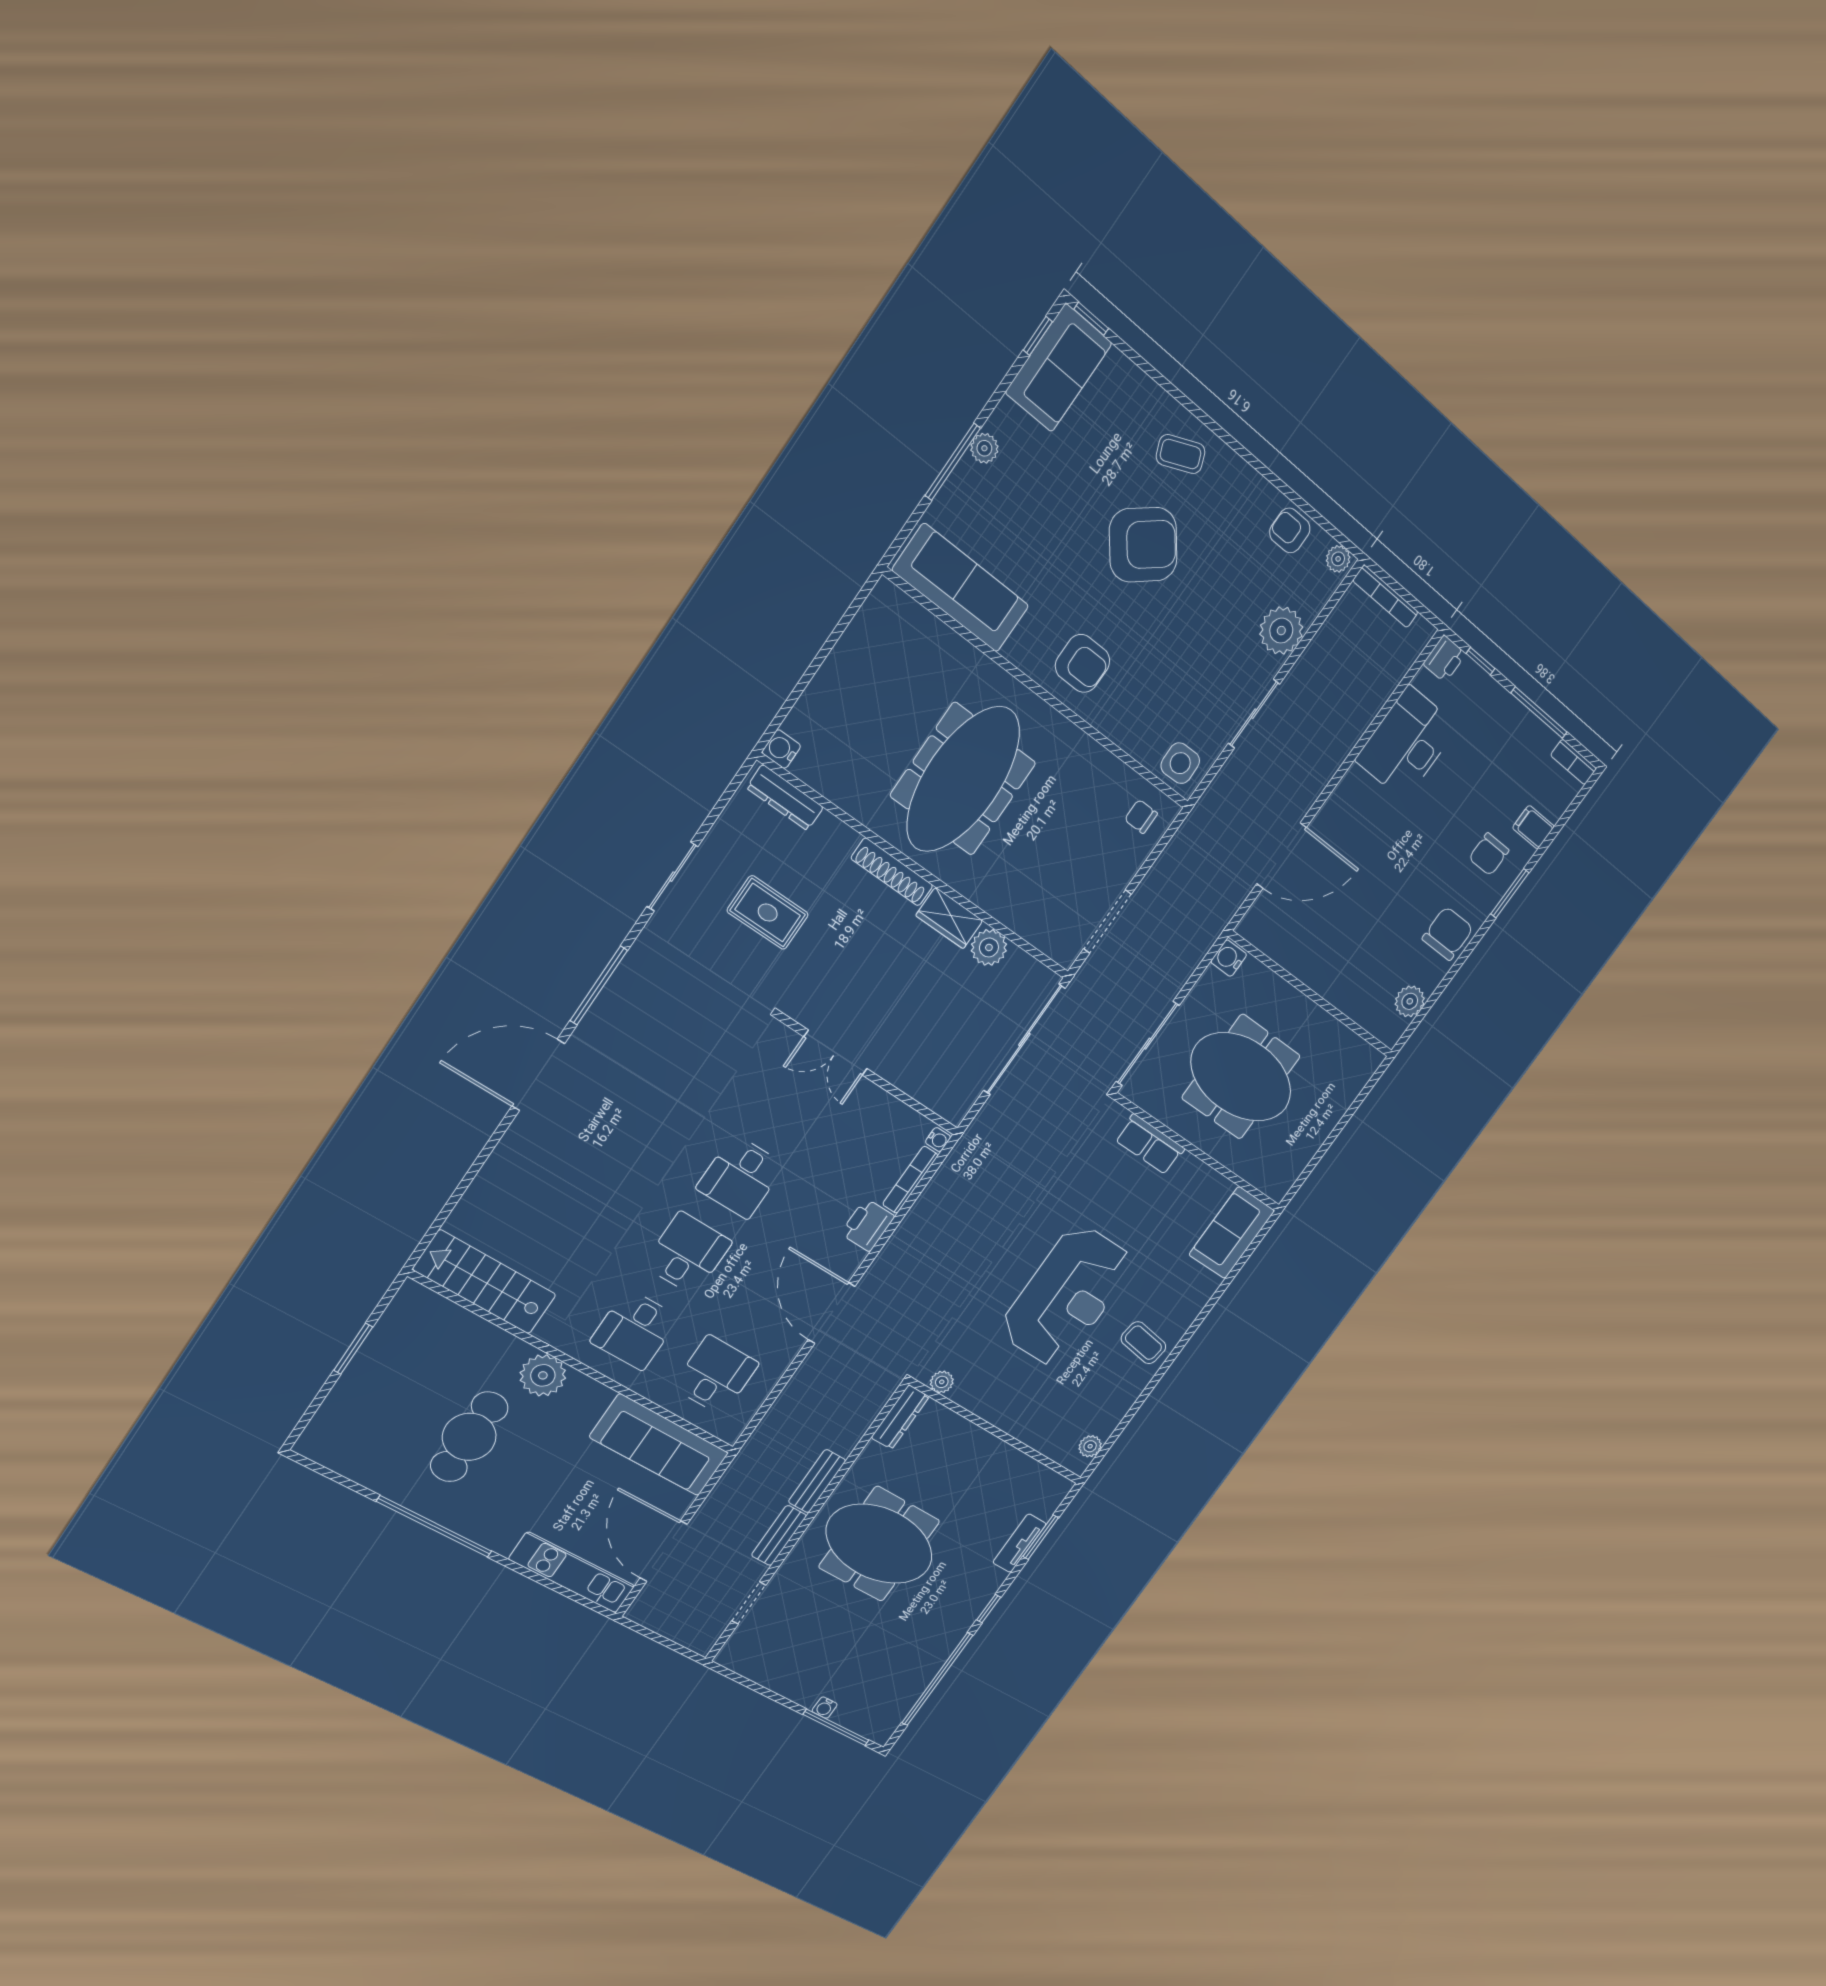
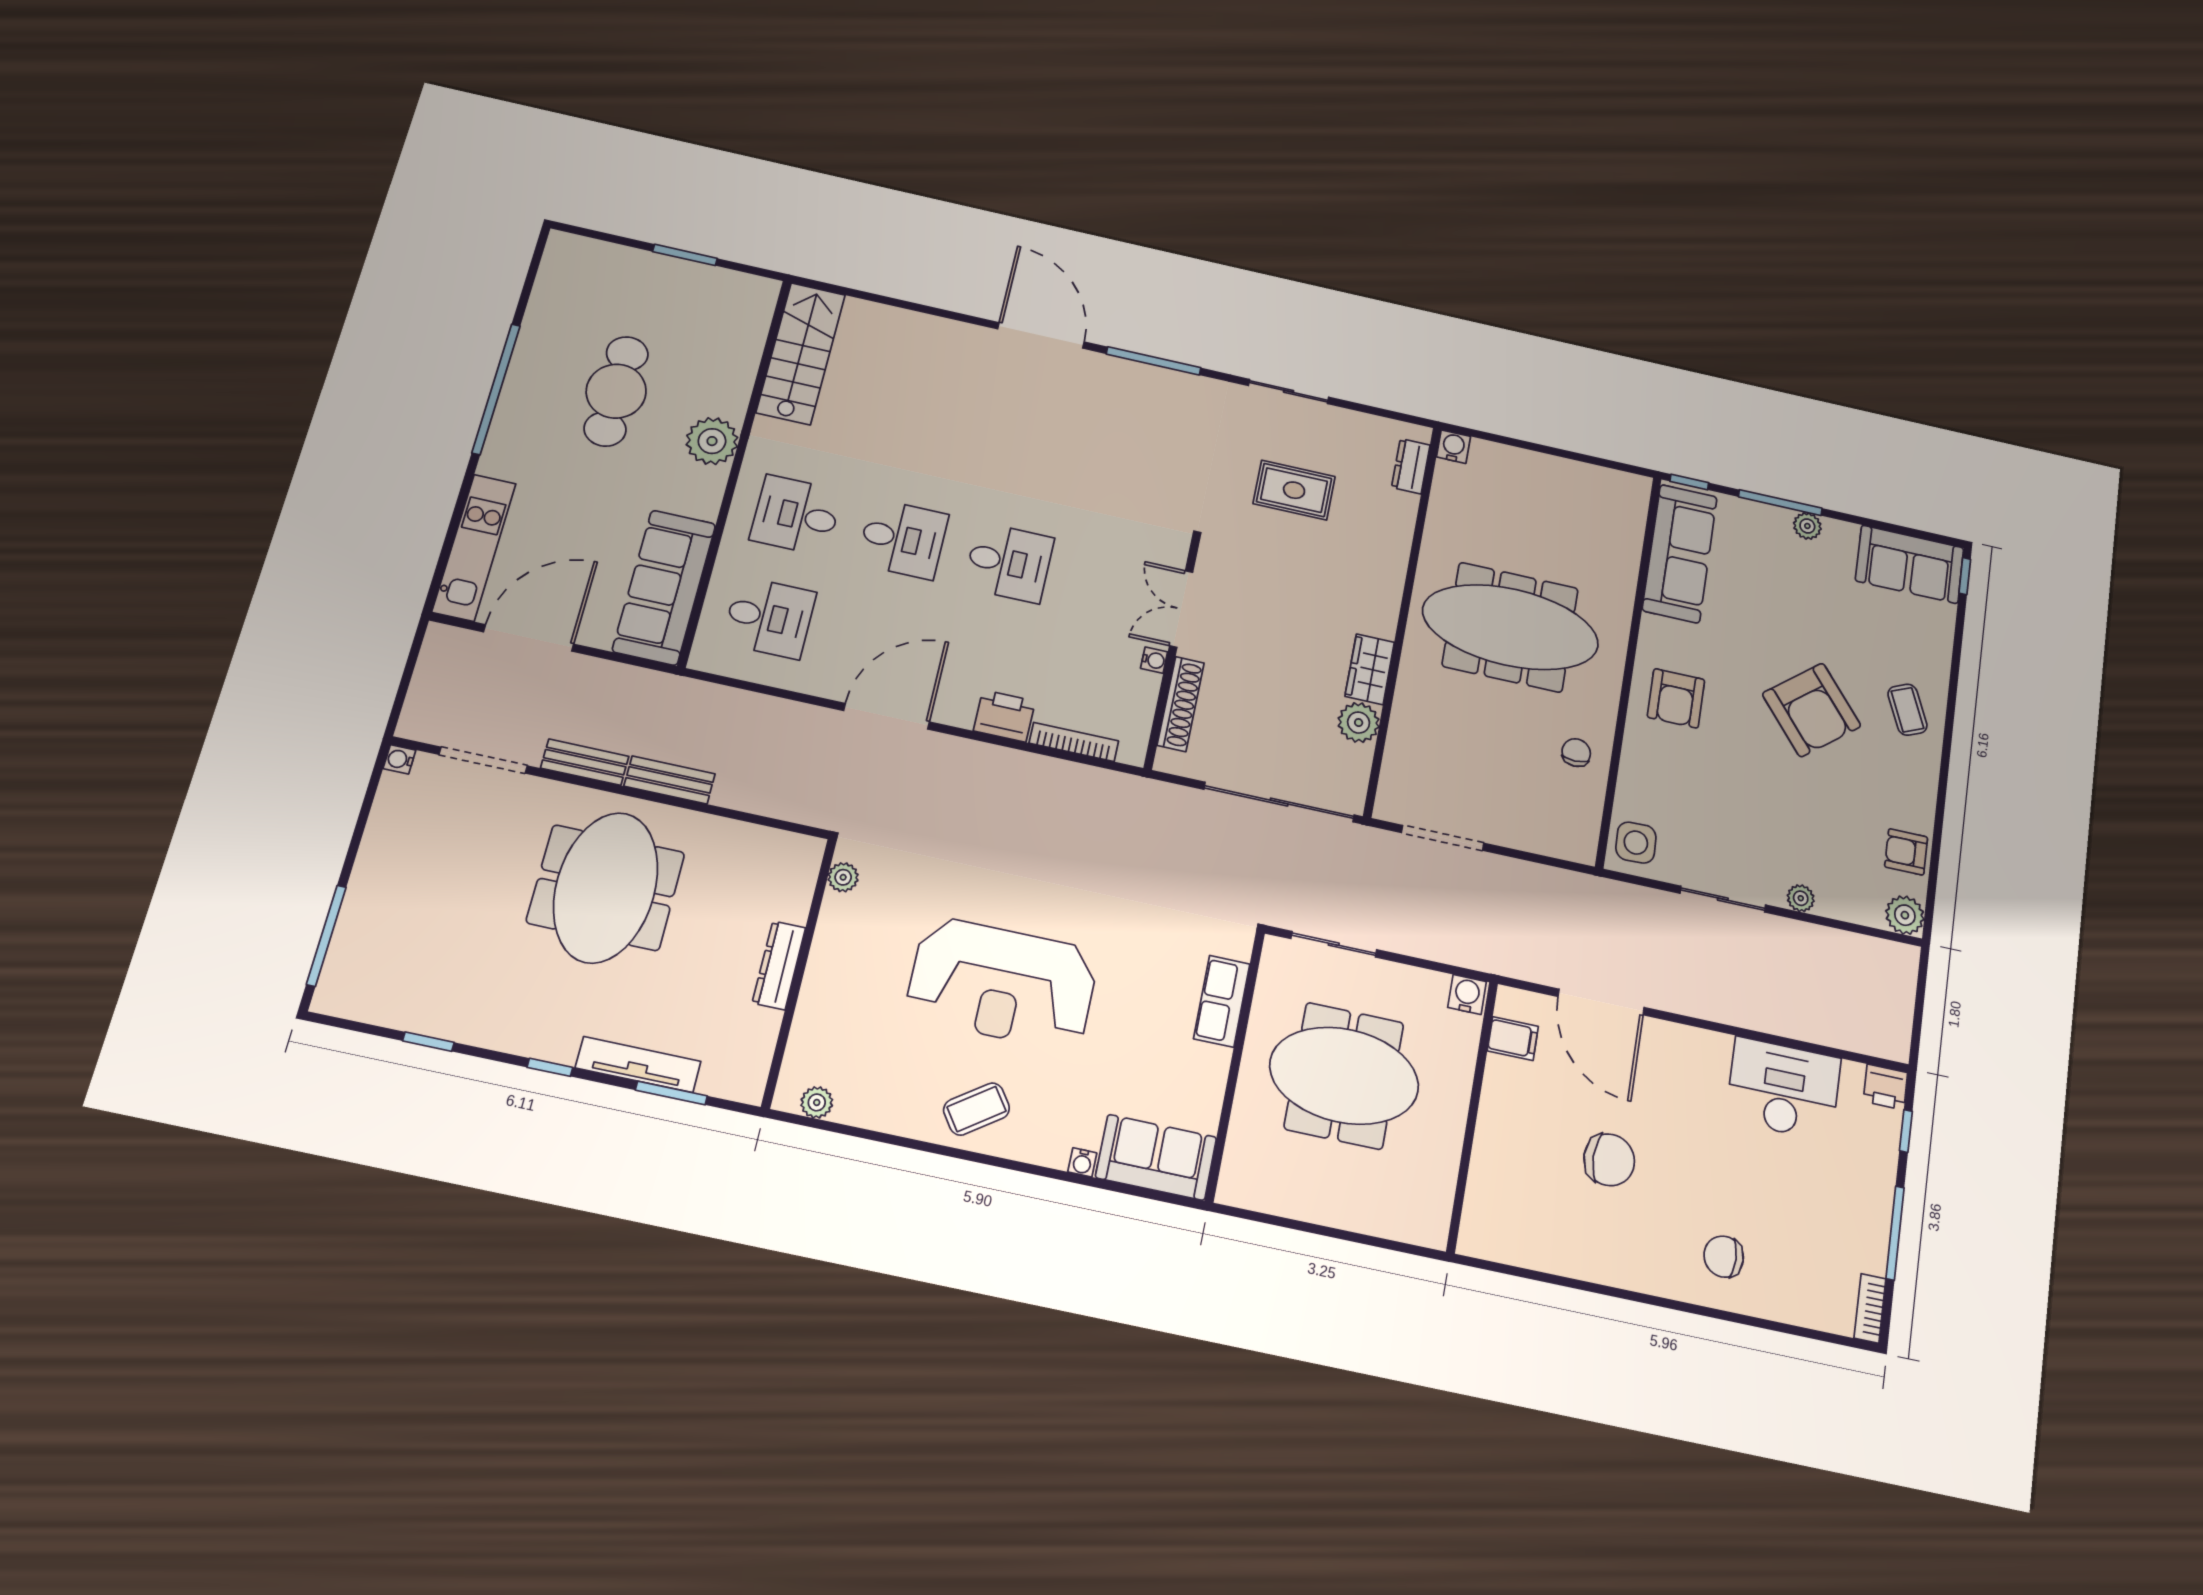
window: (1038, 336) -> (1689, 482), moved
armchair: (1290, 530) -> (1906, 852), turned -90
plant: (1338, 559) -> (1905, 915), width x1.38, depth x1.38
bookcase: (1386, 596) -> (1906, 987), removed
plant: (1281, 631) -> (1801, 898), width x0.53, depth x0.53
dresser: (785, 798) -> (1411, 466), width x0.70
chair: (1141, 816) -> (1576, 753), moved
filing cabinet: (1533, 827) -> (1513, 1039), moved, turned 90
shoe rack: (892, 872) -> (1181, 704), moved, turned 180
window: (1510, 893) -> (1696, 1309), removed
rug: (768, 913) -> (1294, 490), turned 90
chair: (1448, 933) -> (1609, 1160), moved
plant: (1410, 1001) -> (1520, 1246), removed
sliding door: (1148, 1044) -> (1334, 944), width x0.73
meeting table: (1241, 1077) -> (1344, 1076), turned 90
water cooler: (938, 1140) -> (1154, 660), moved, turned -90
desk: (741, 1177) -> (1009, 563), turned 180
water cooler: (1211, 1284) -> (1082, 1162), added
coffee table: (1143, 1343) -> (976, 1109), turned 47
dresser: (900, 1417) -> (779, 965), moved, turned 90
cafe table: (469, 1437) -> (616, 391), turned 90
tv unit: (1020, 1543) -> (638, 1065), width x1.41
doorway: (749, 1603) -> (483, 760), width x1.38
window: (937, 1679) -> (428, 1042), width x0.32
water cooler: (825, 1708) -> (399, 759), moved

